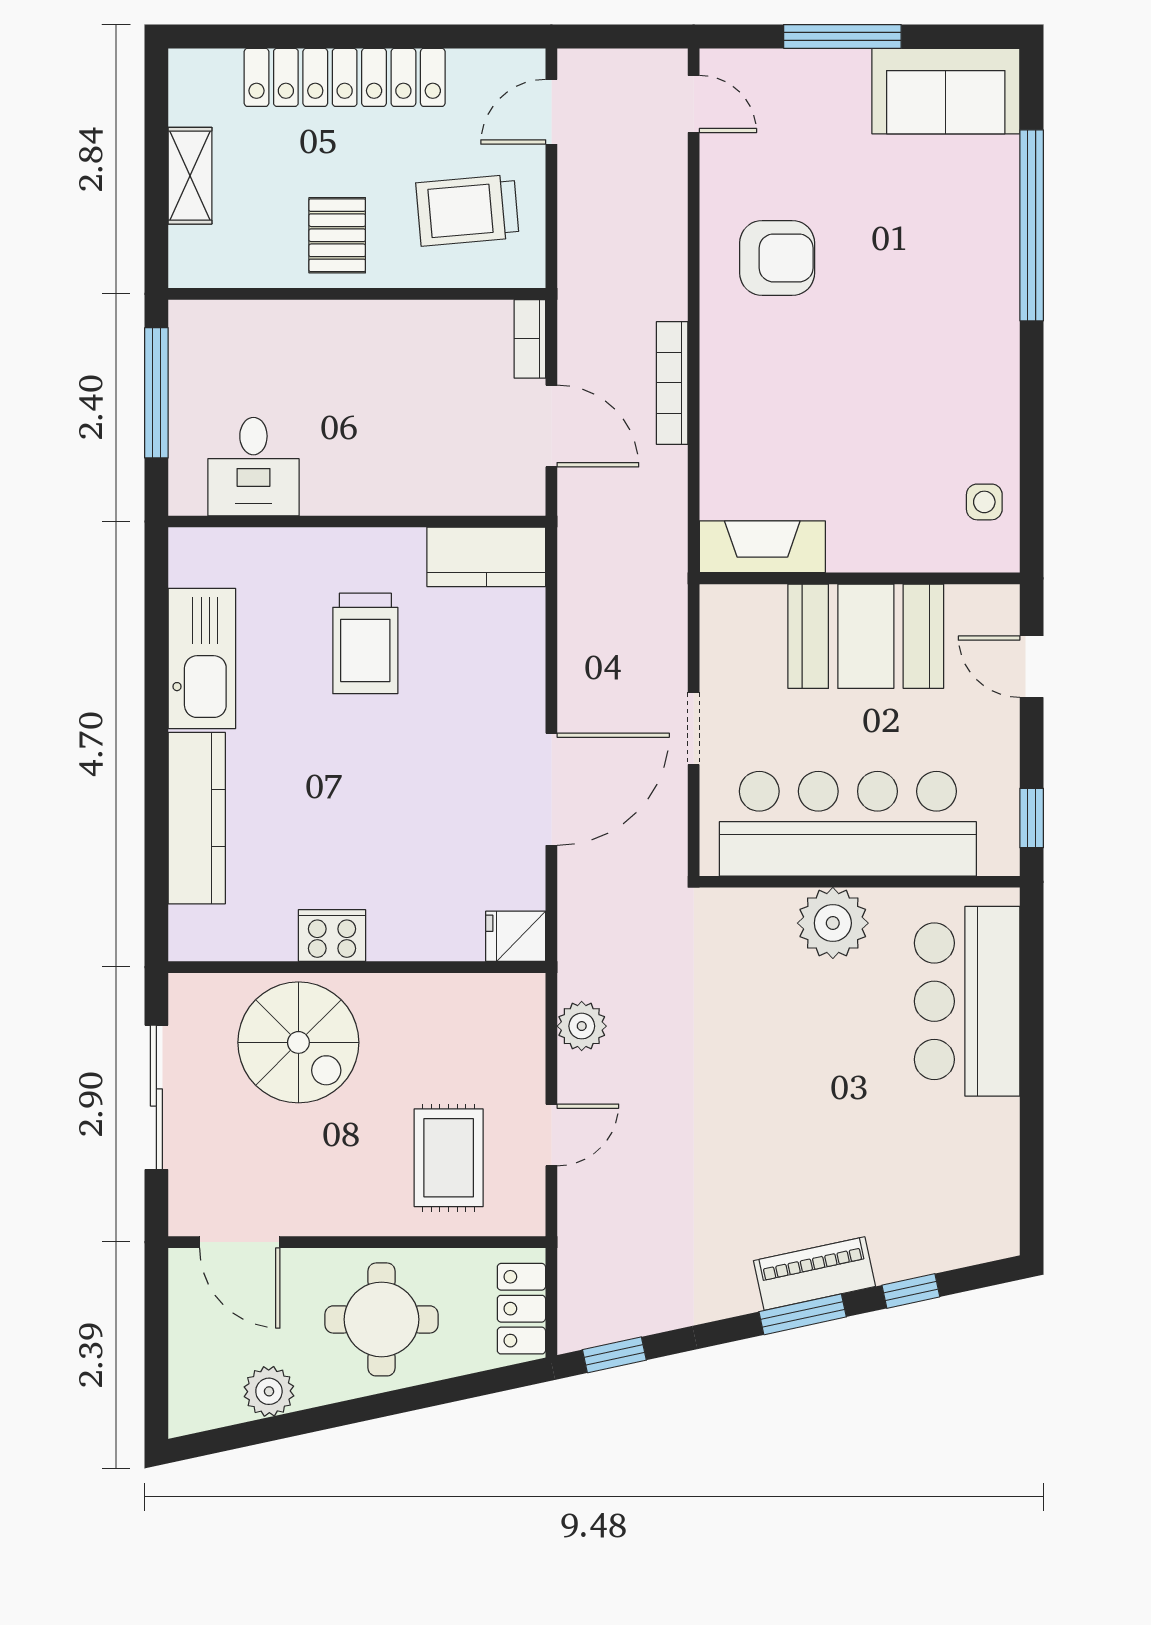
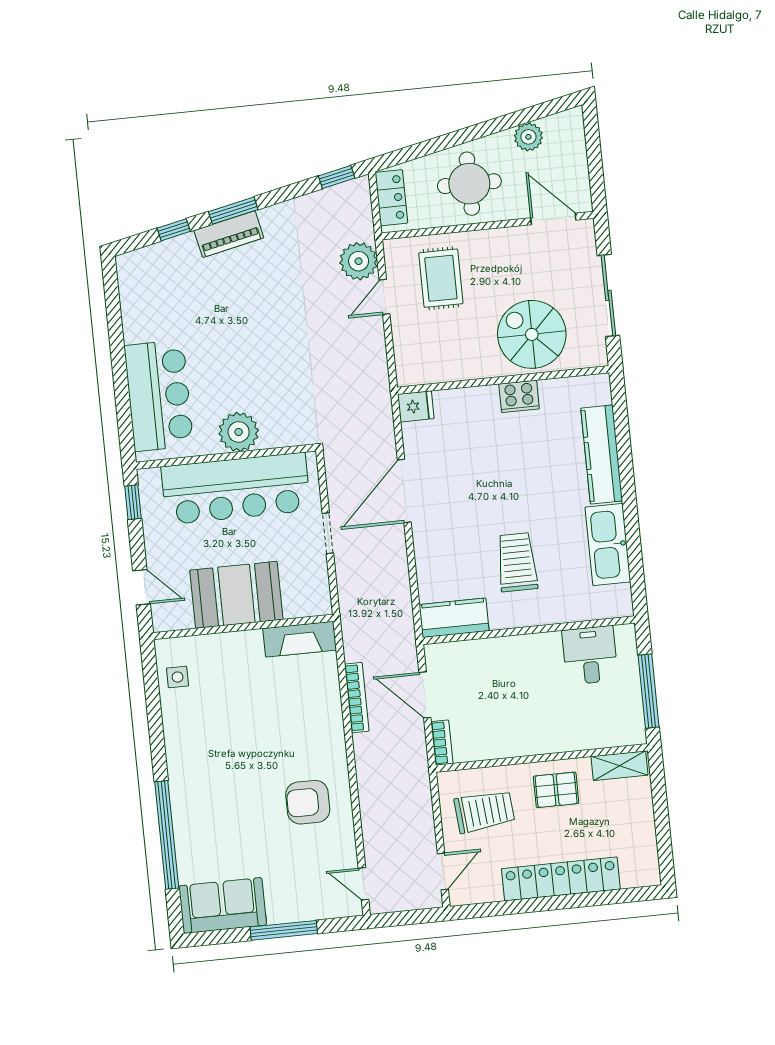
shelving: (190, 176) -> (619, 766), moved, turned 90
pallet: (337, 235) -> (556, 790), turned 90
bookcase: (672, 383) -> (357, 698), moved
plant: (582, 1026) -> (359, 261), moved, width x1.36, depth x1.36

